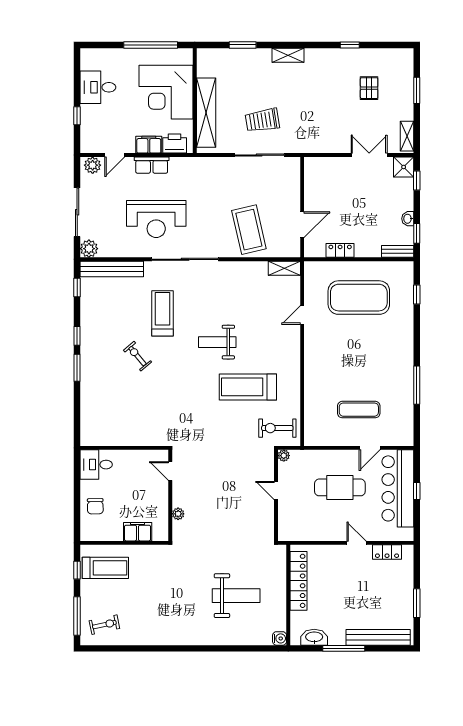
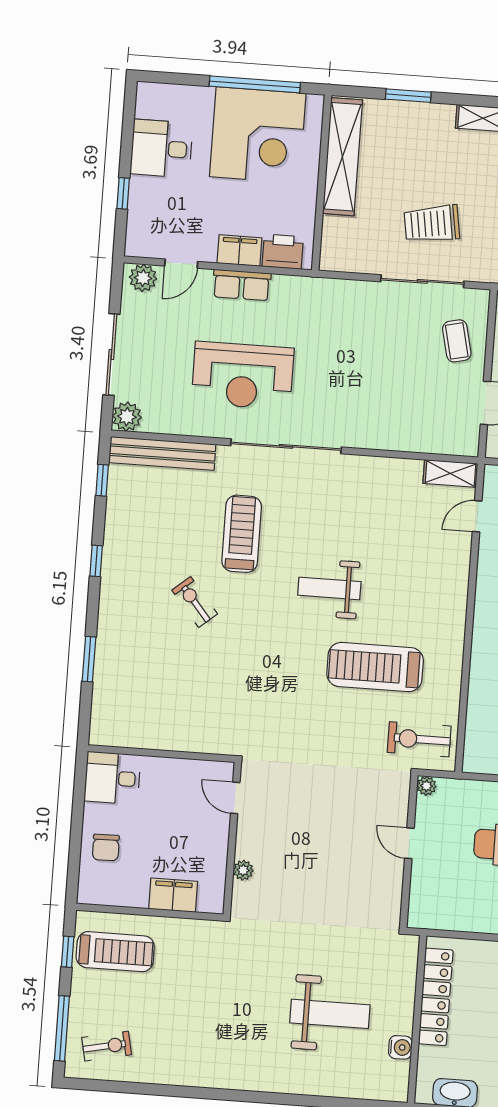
corner desk: (166, 92) -> (258, 135), moved, turned -90
shelving: (206, 113) -> (342, 157), moved
coffee table: (249, 230) -> (457, 341), moved, width x0.54, depth x0.58
door: (302, 315) -> (477, 516), moved
window: (77, 368) -> (89, 659), moved
water cooler: (280, 638) -> (400, 1047), moved

